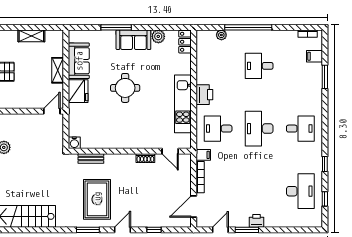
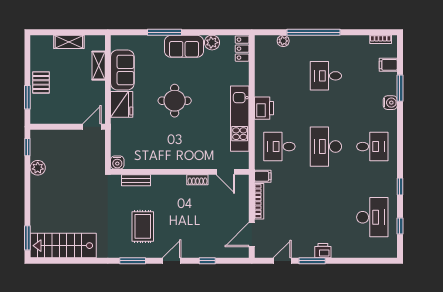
shelving: (58, 70) -> (99, 66), moved
water cooler: (316, 90) -> (390, 103), added
rug: (97, 199) -> (143, 226), width x0.73, depth x0.70

